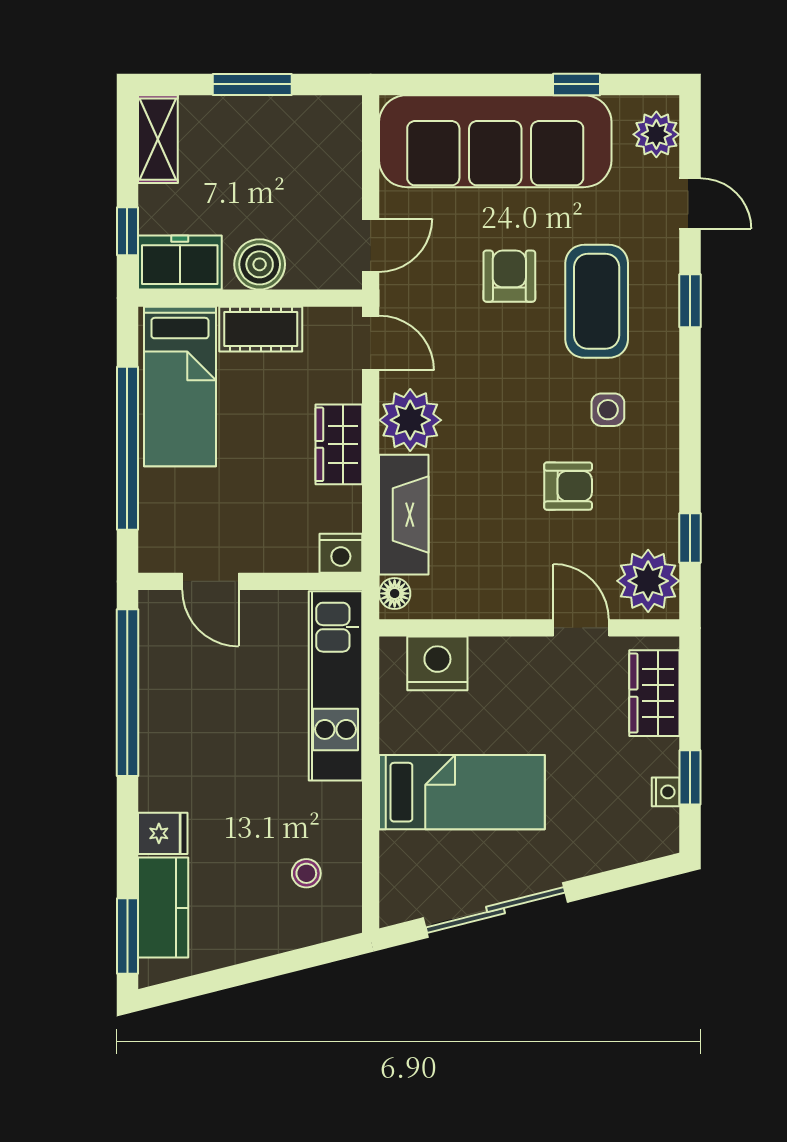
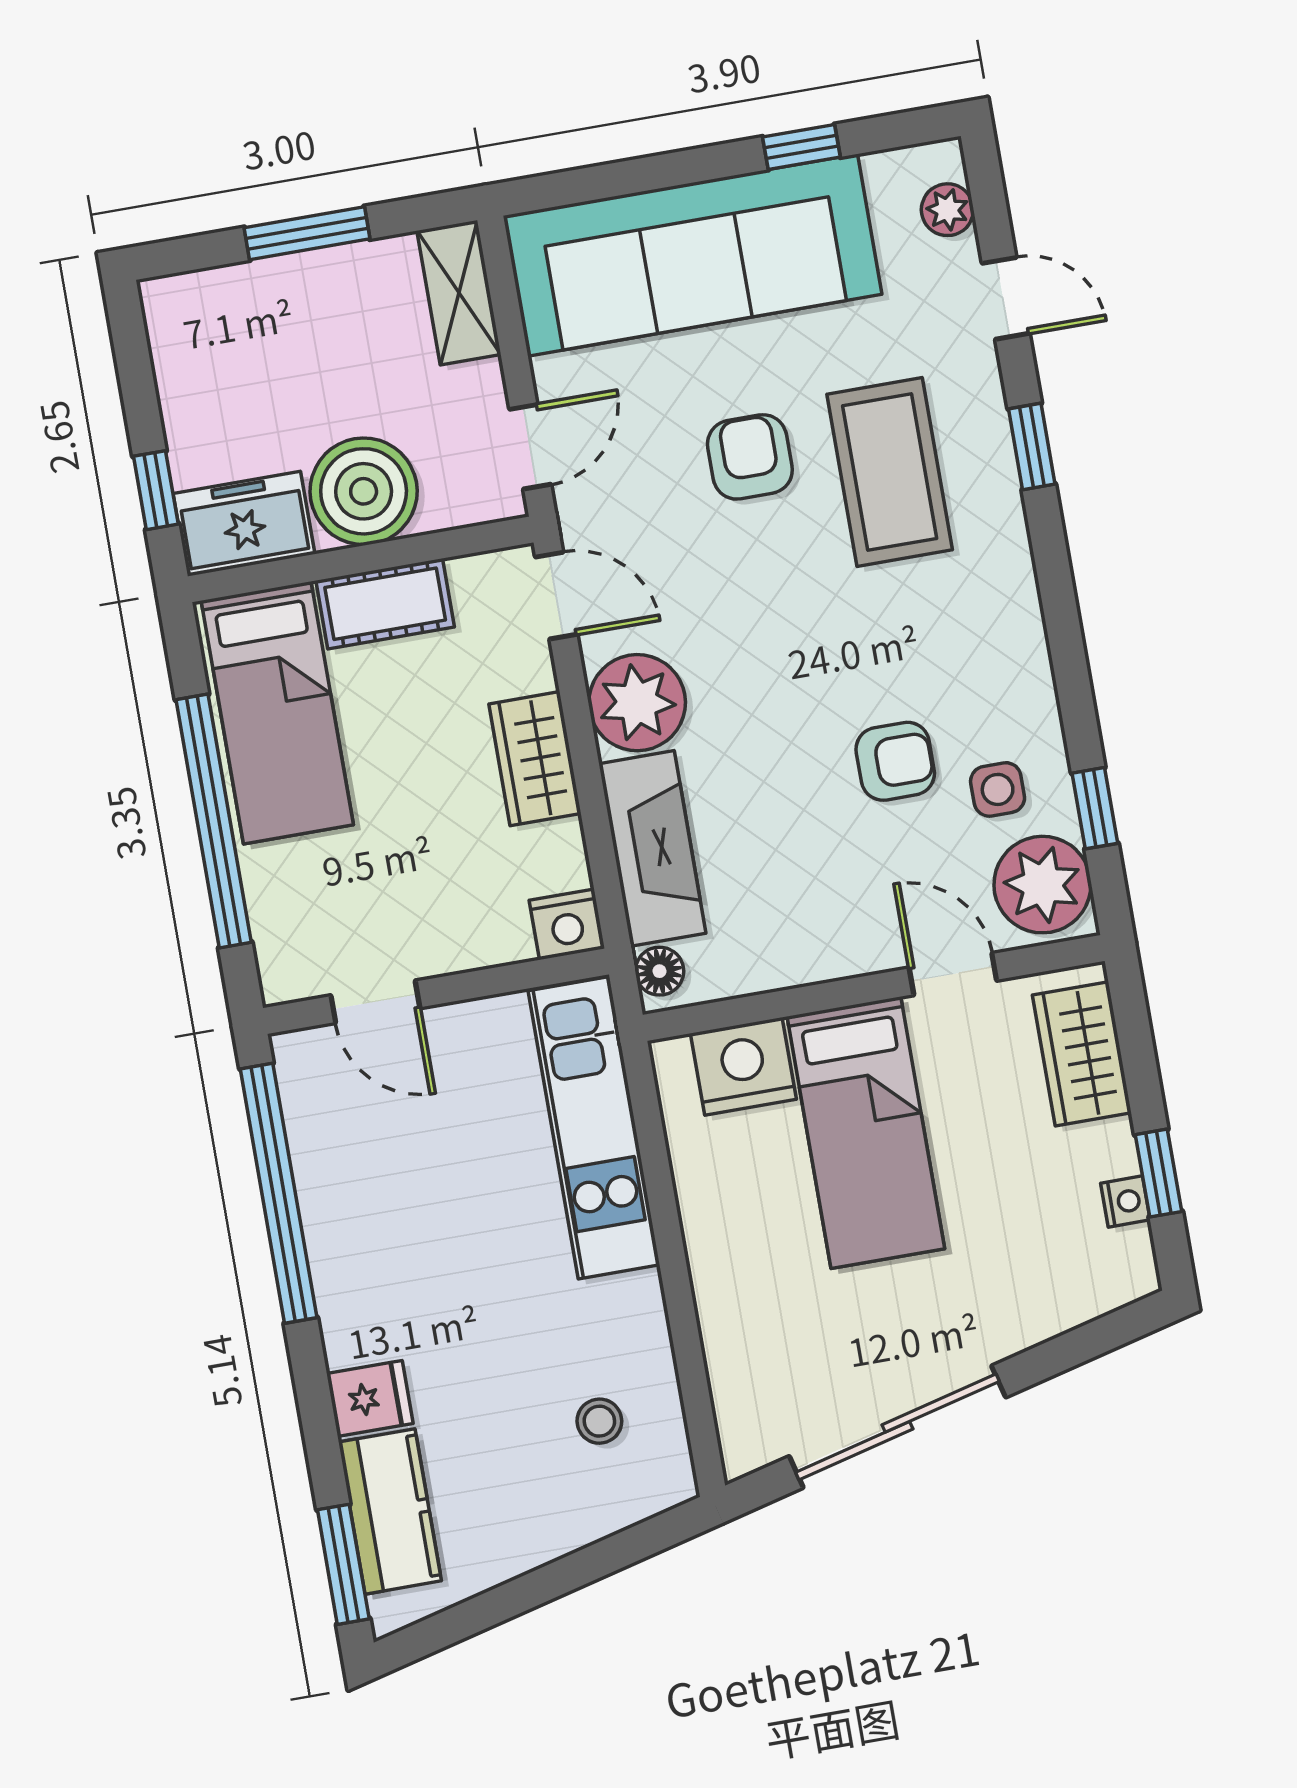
plant: (656, 134) -> (947, 210), width x0.73, depth x0.73
shelving: (158, 139) -> (459, 293), moved
boiler: (260, 264) -> (364, 491), width x1.37, depth x1.37
side table: (608, 410) -> (998, 789), moved
bed: (462, 792) -> (866, 1133), moved, turned 90

